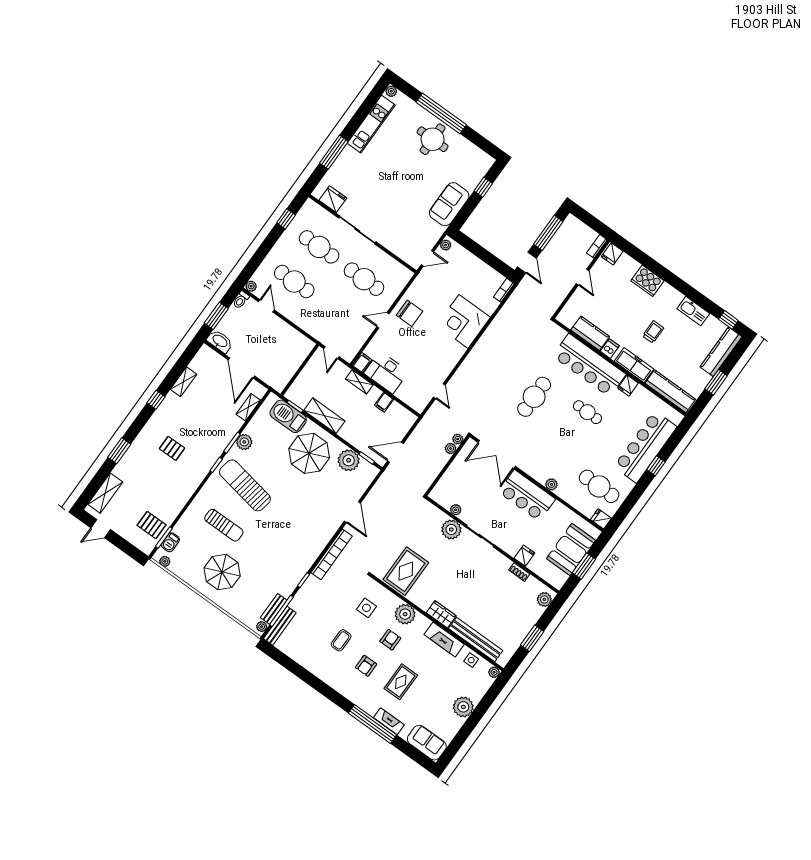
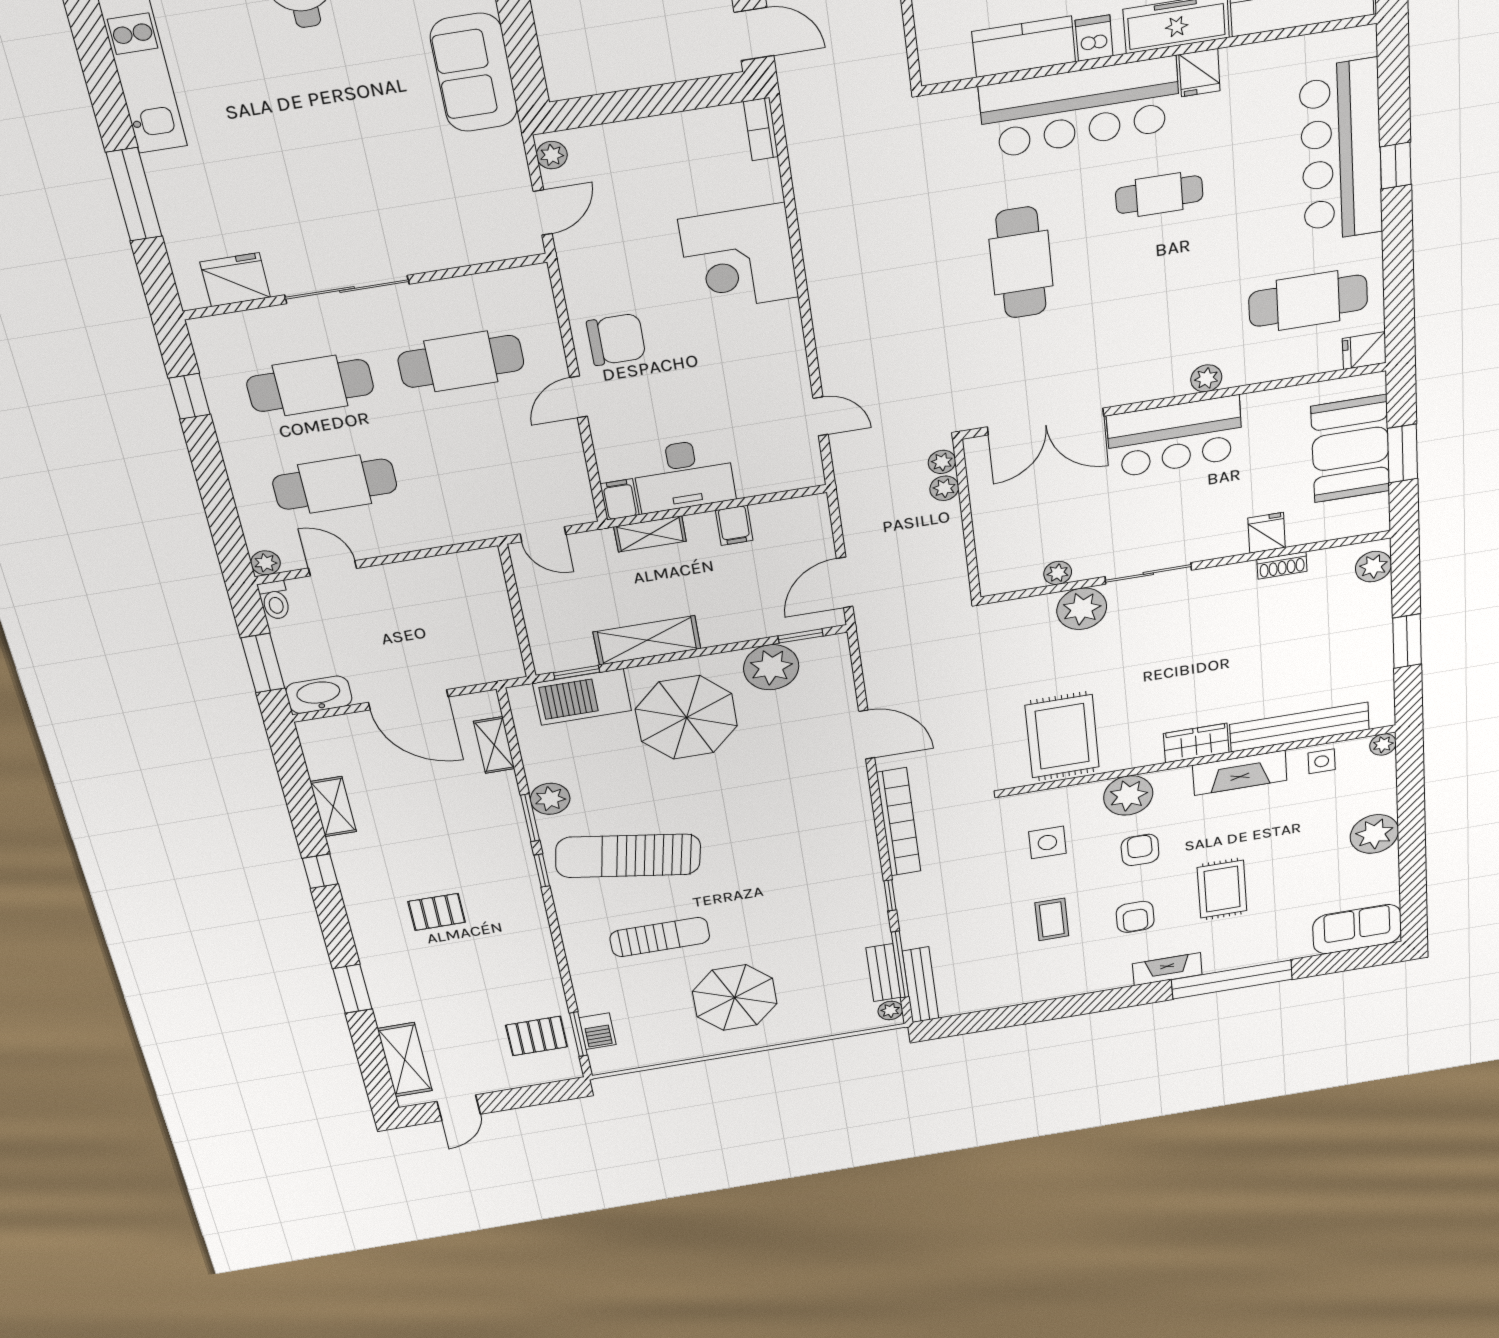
plant: (165, 561) -> (620, 1062), removed
fireplace: (389, 721) -> (1167, 969), moved

